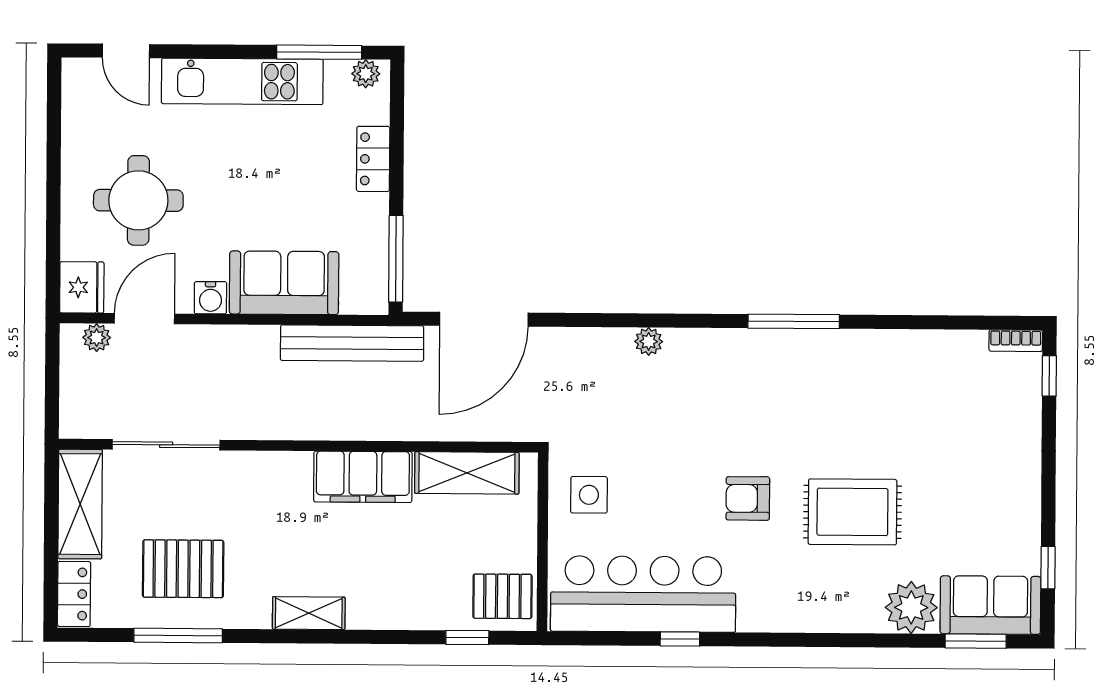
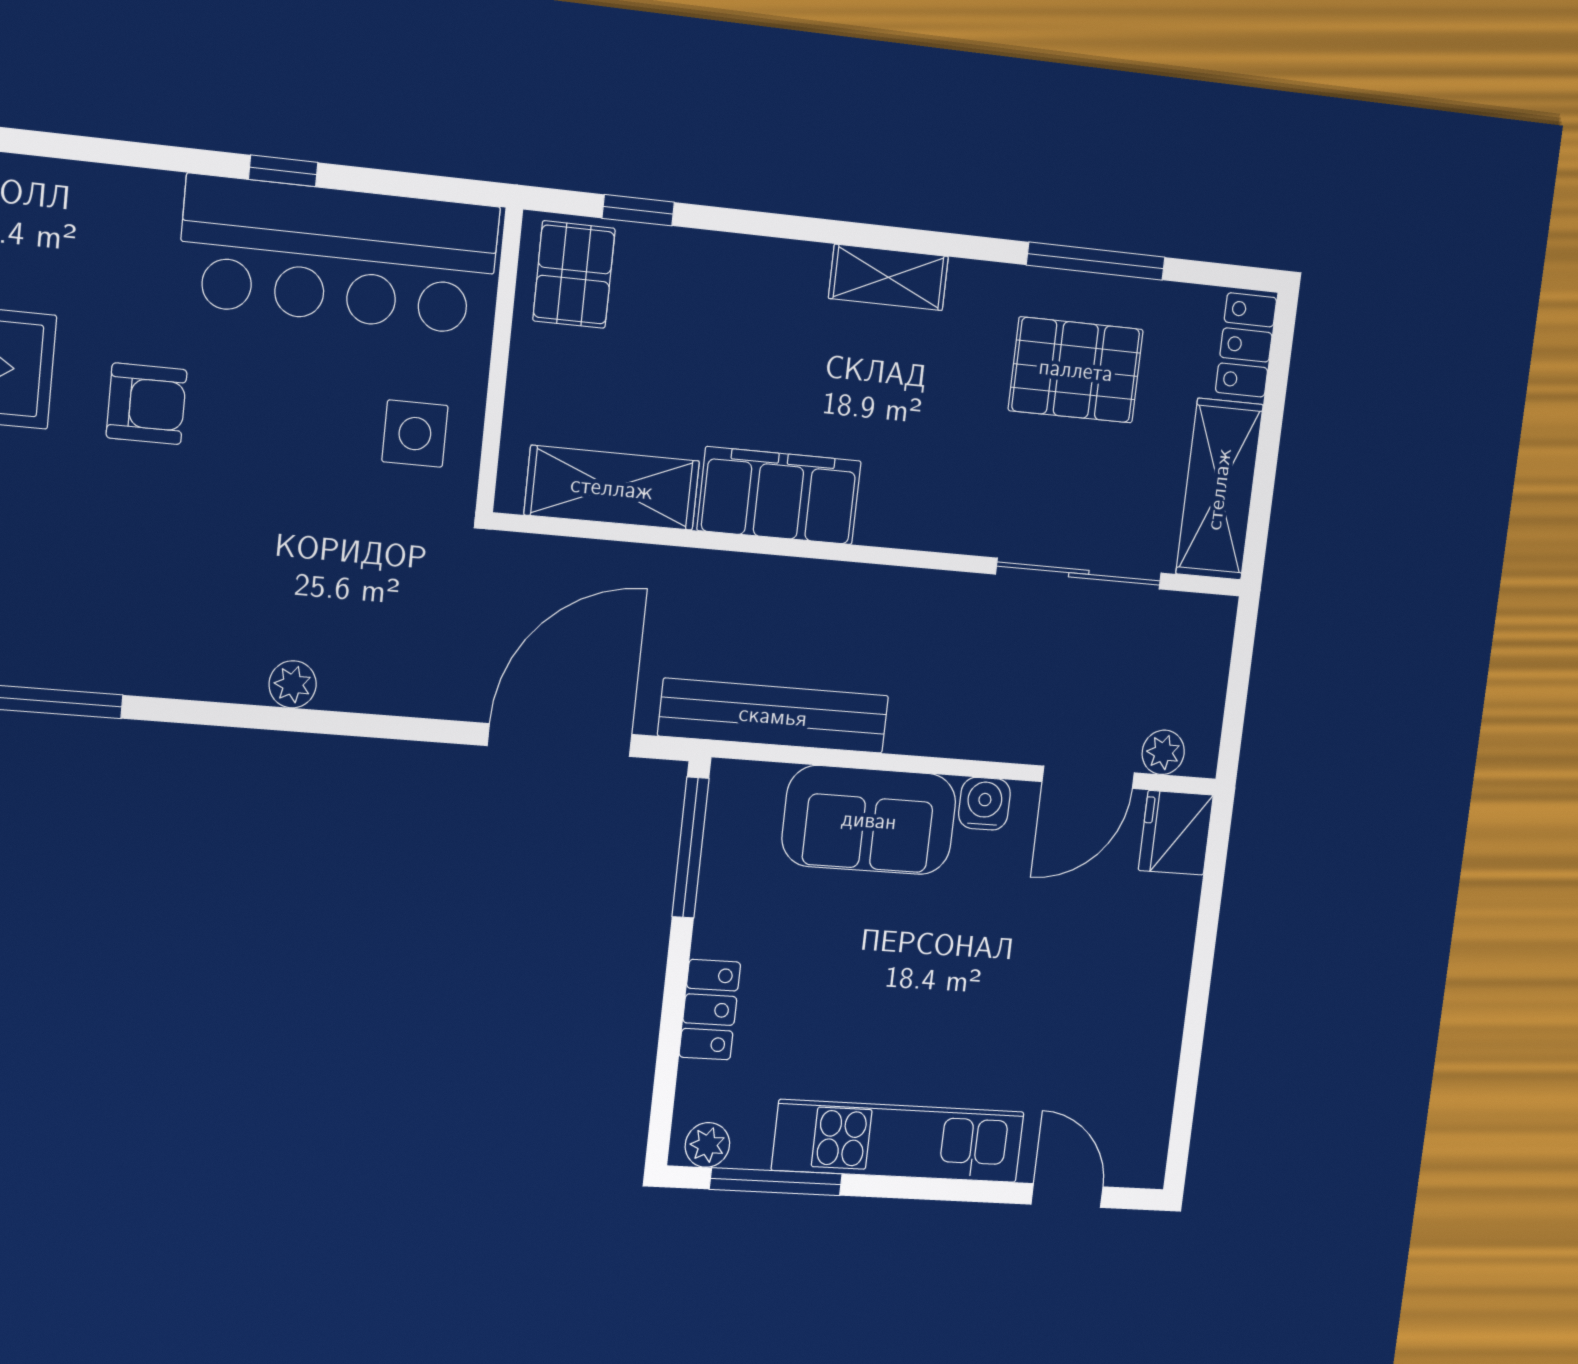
round table: (138, 200) -> (1076, 964), removed
pallet: (502, 596) -> (574, 275), turned 90

